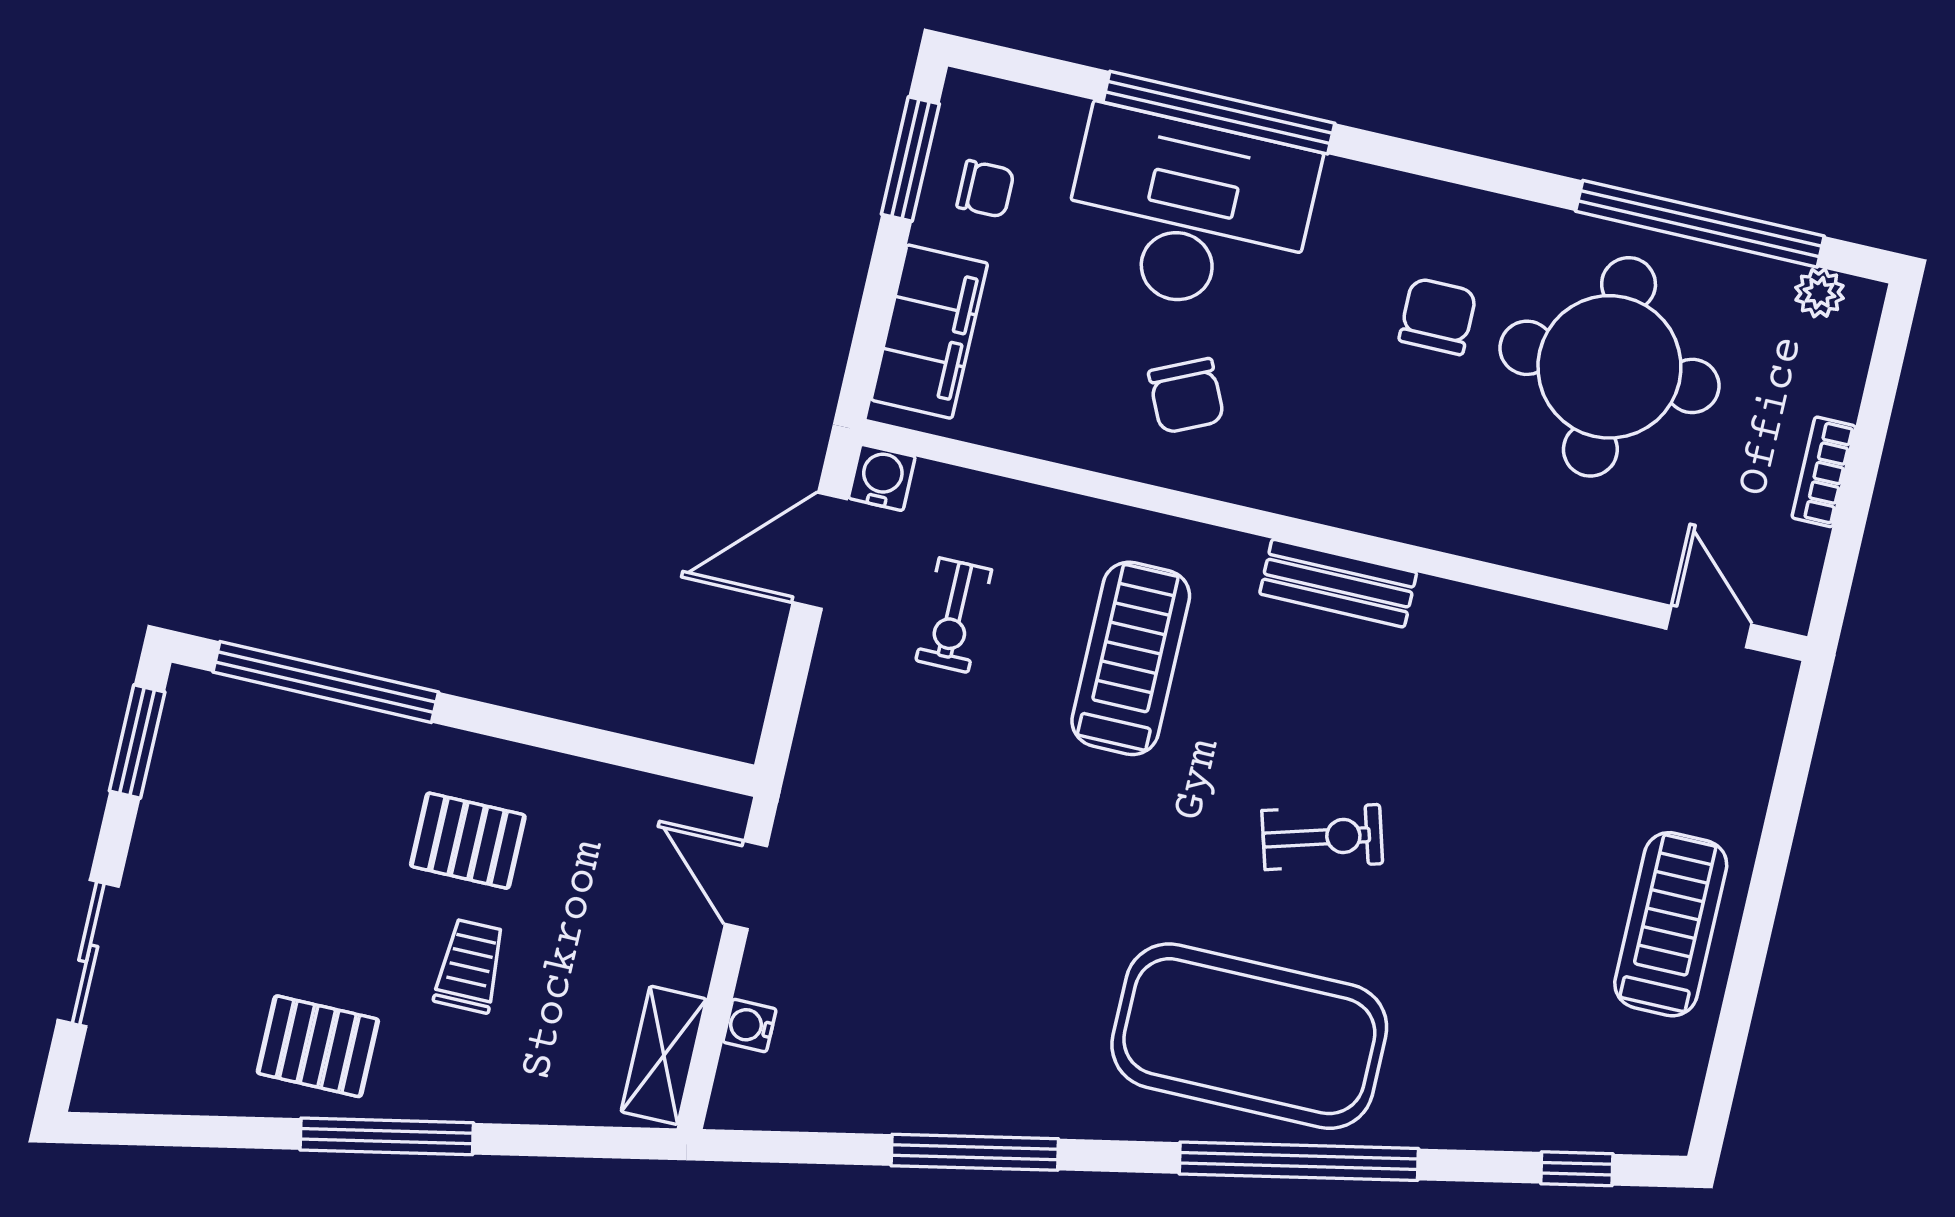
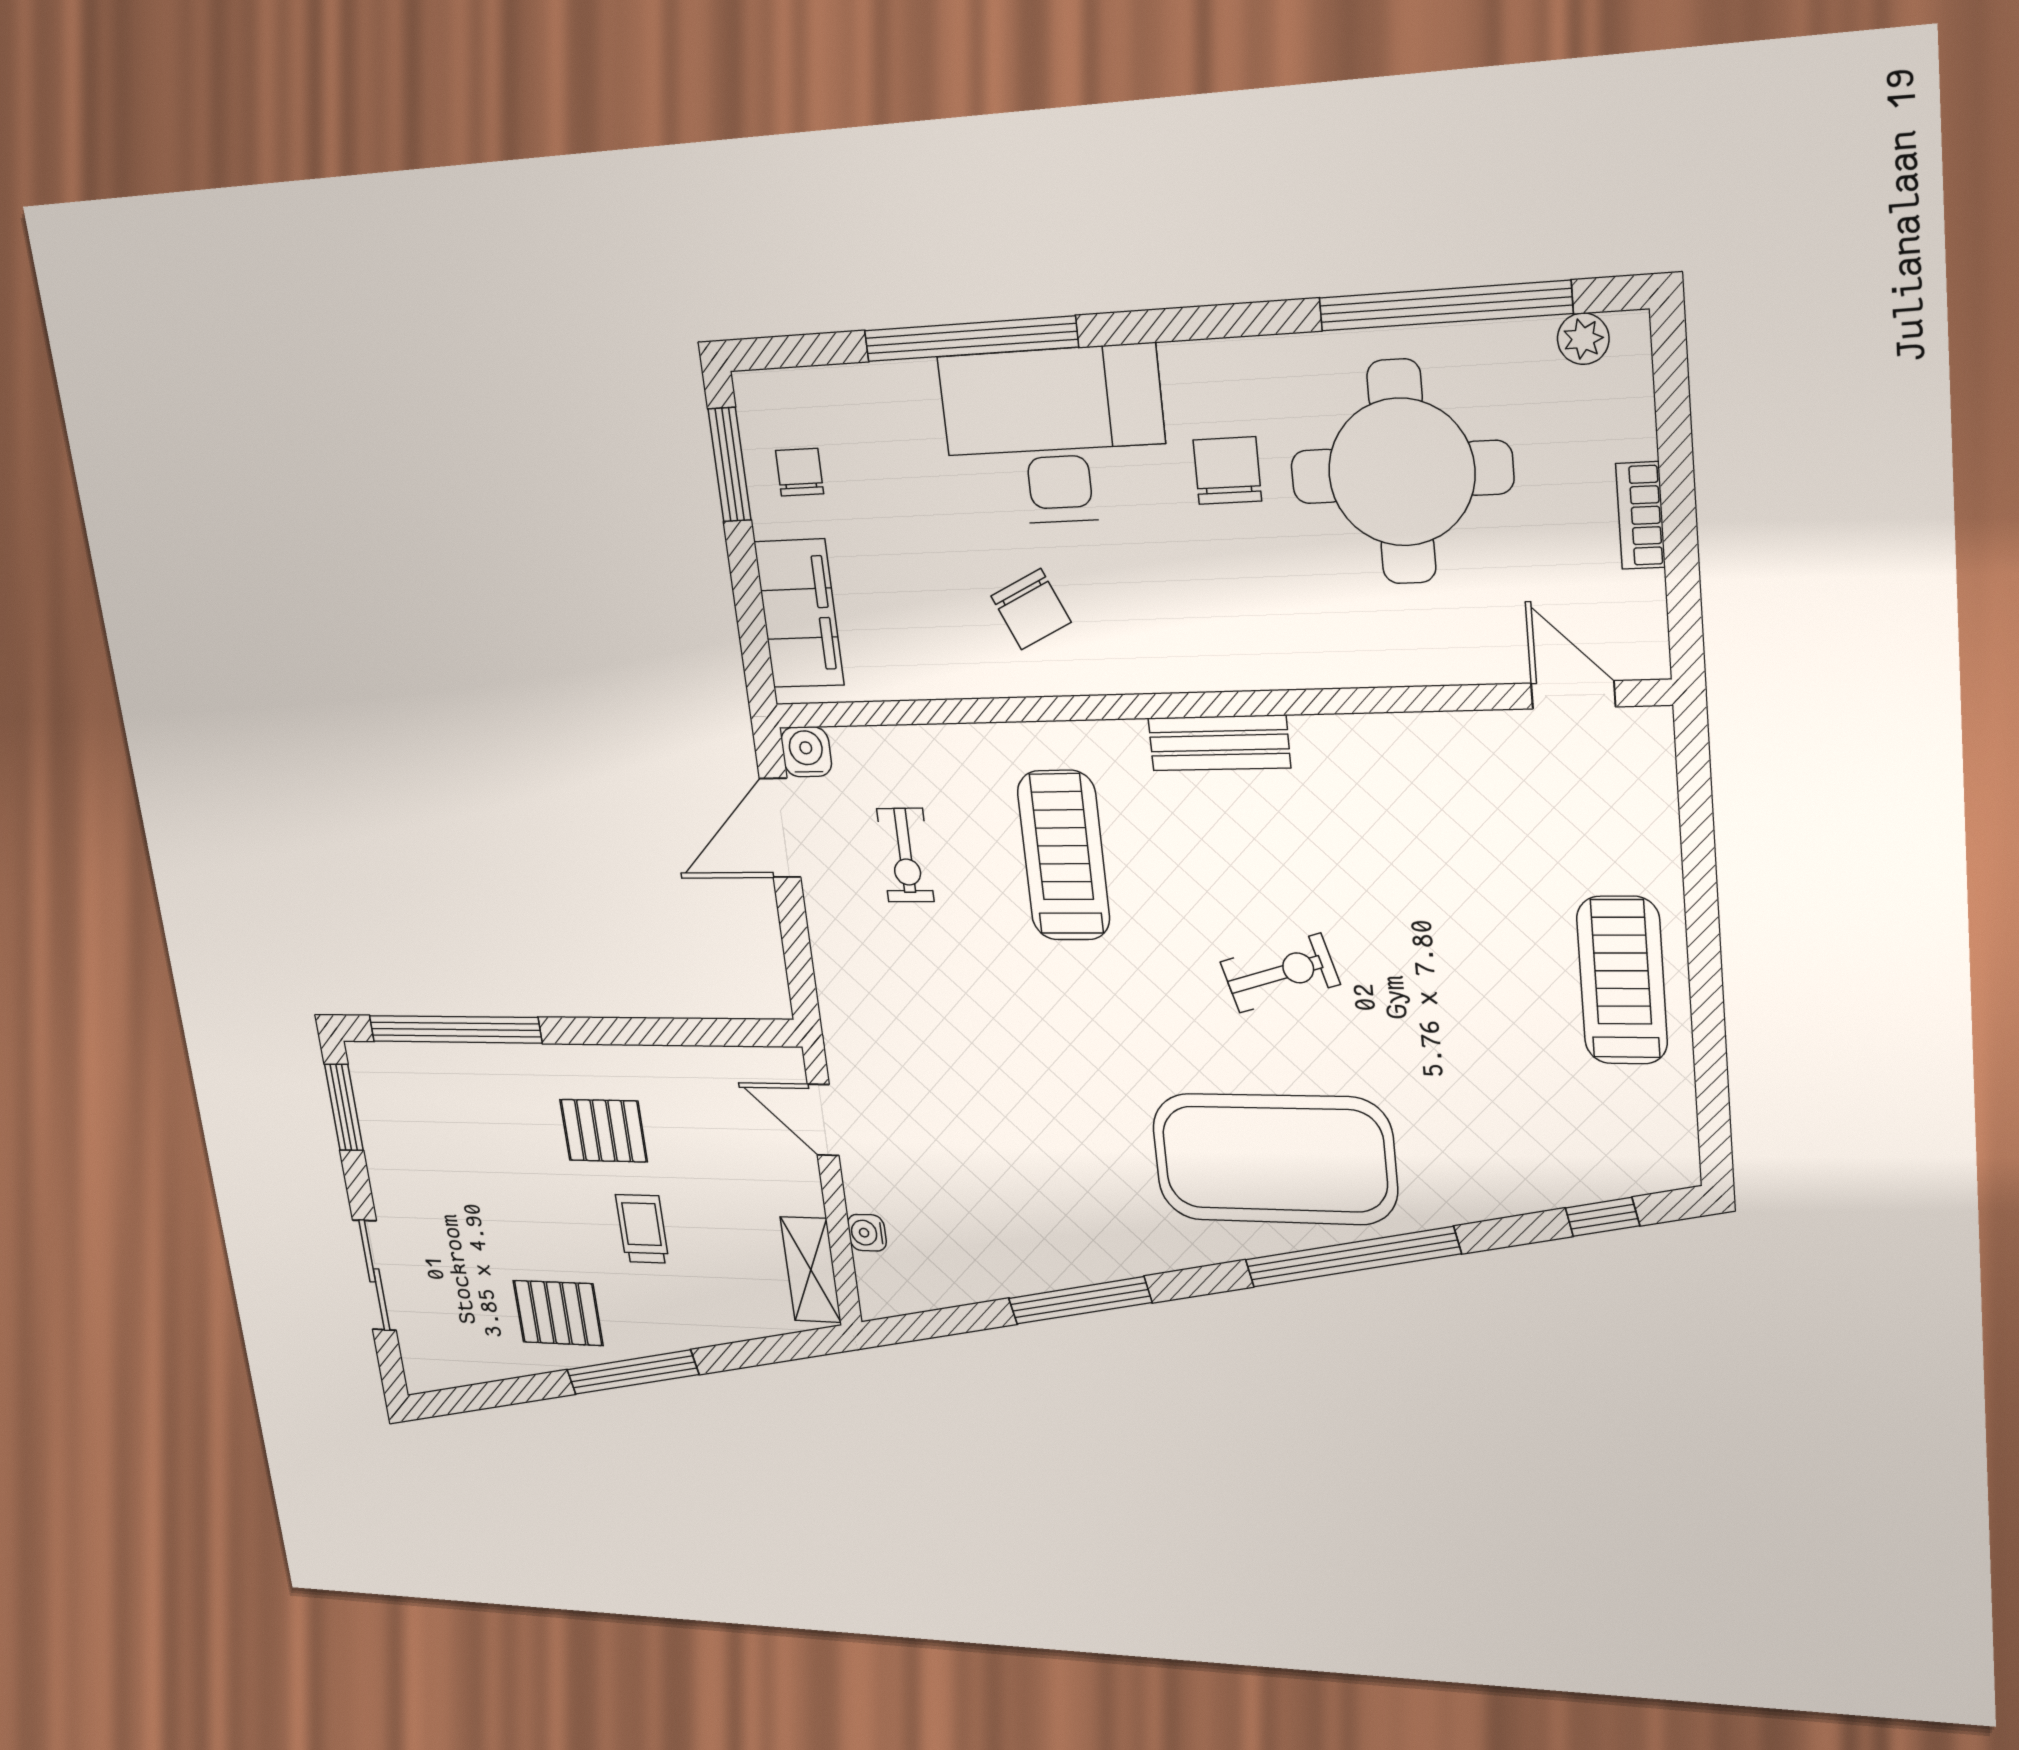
chair: (985, 189) -> (800, 472), turned -90
desk: (1189, 213) -> (1055, 436), moved

